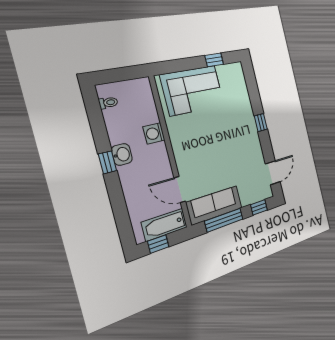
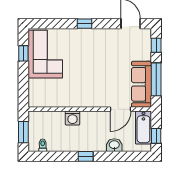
window: (119, 75) -> (23, 132), added
corner sofa: (193, 90) -> (45, 54), moved
washbasin: (122, 154) -> (114, 145), moved

